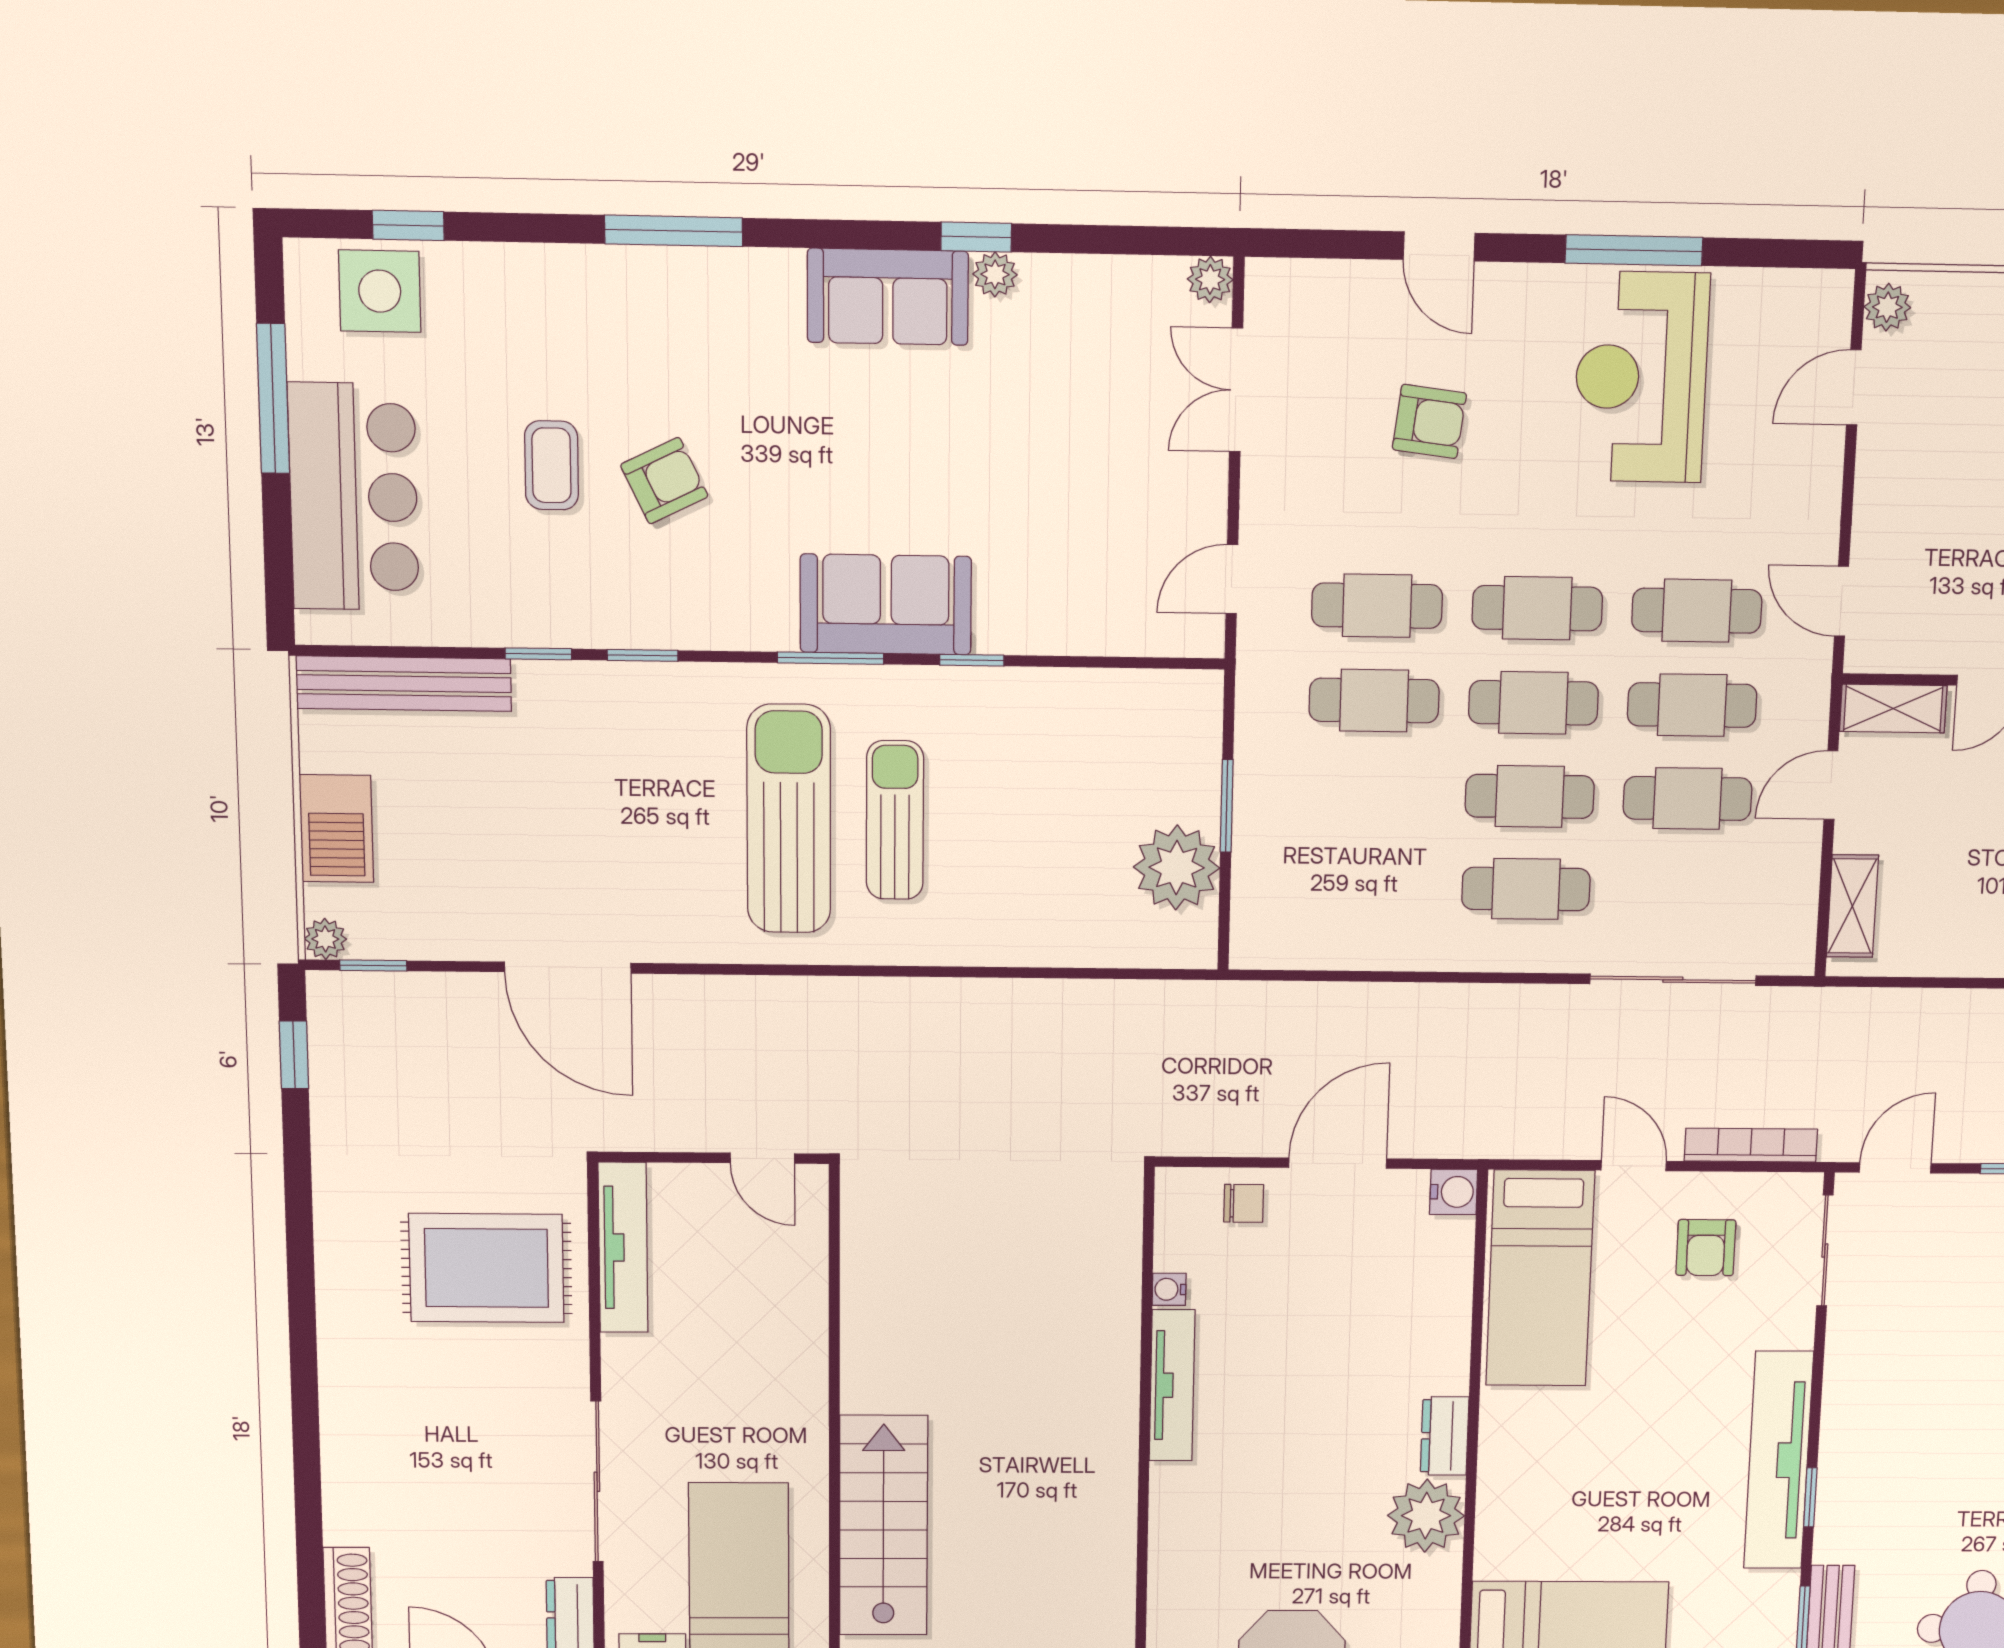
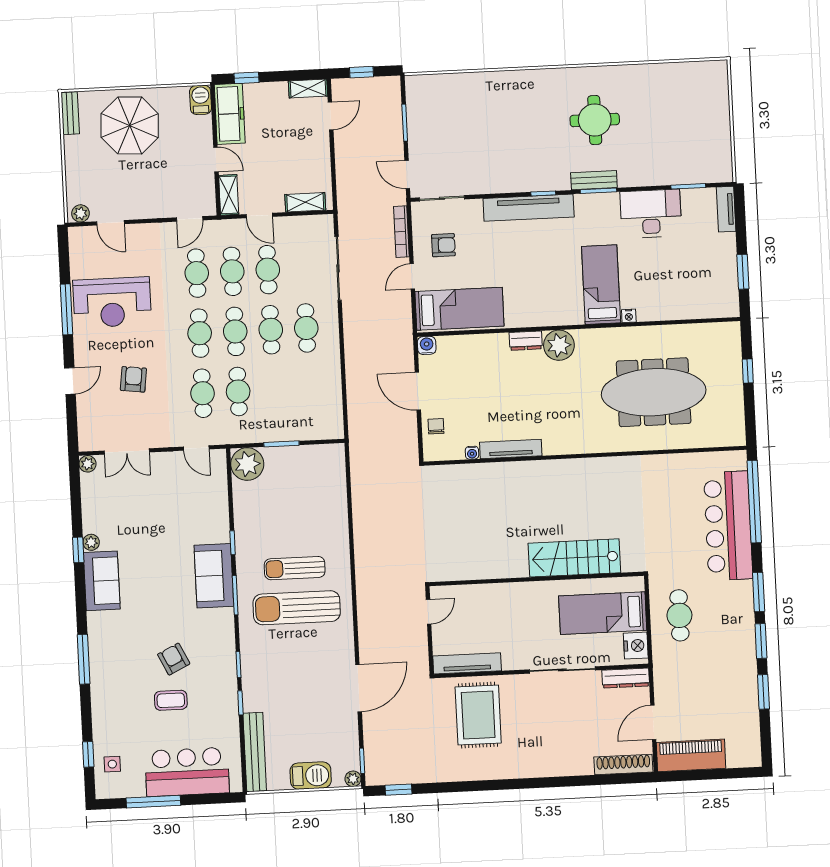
side table: (380, 291) -> (112, 764), width x0.54, depth x0.54
plant: (1177, 867) -> (247, 464), moved

